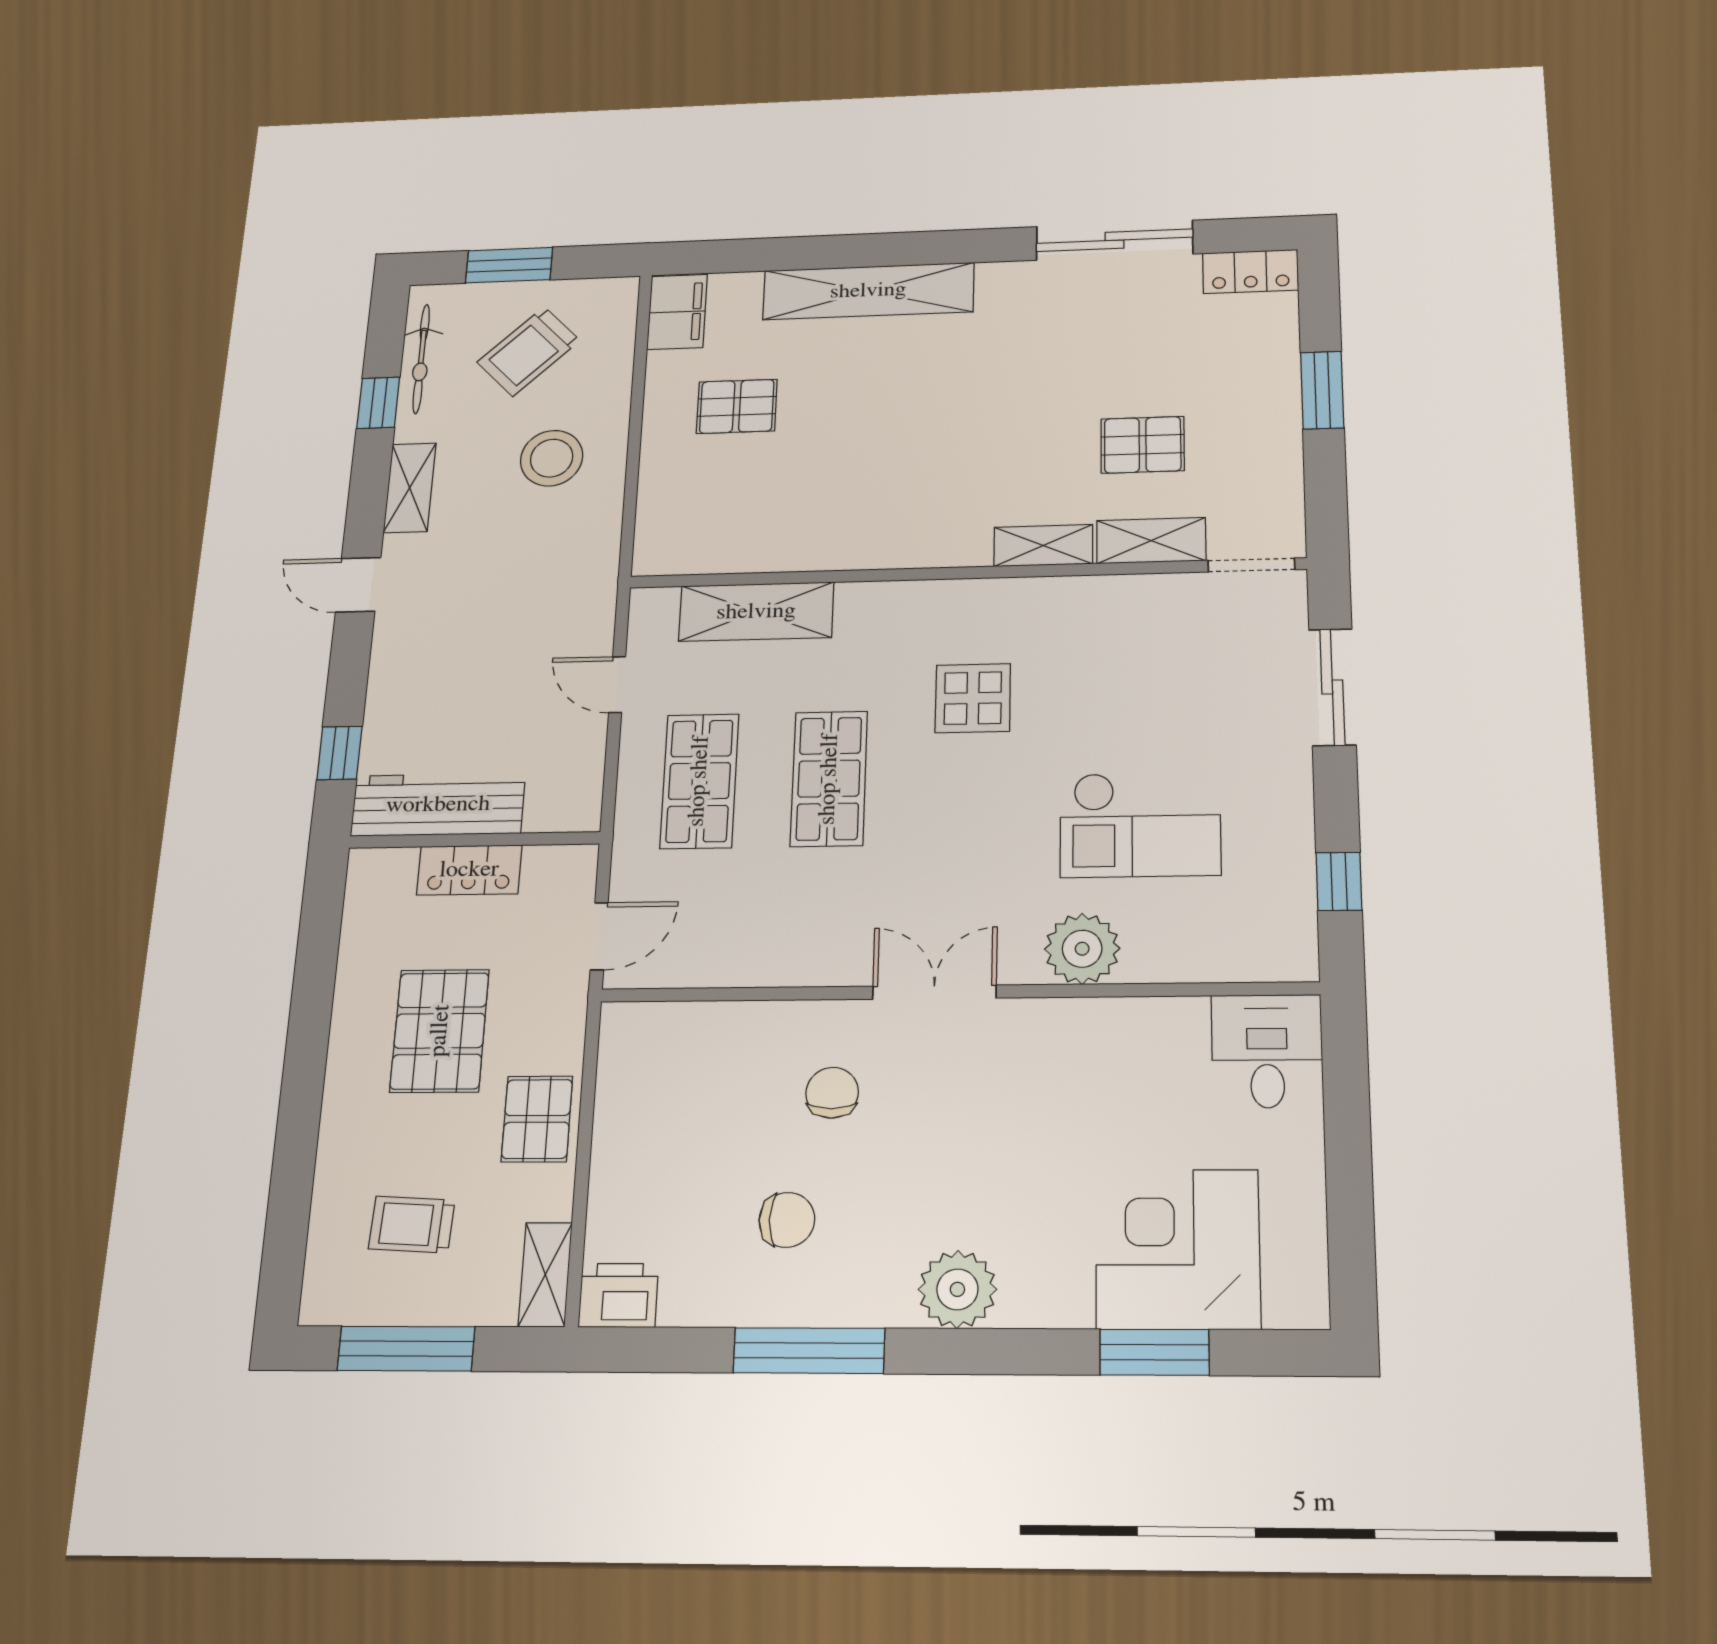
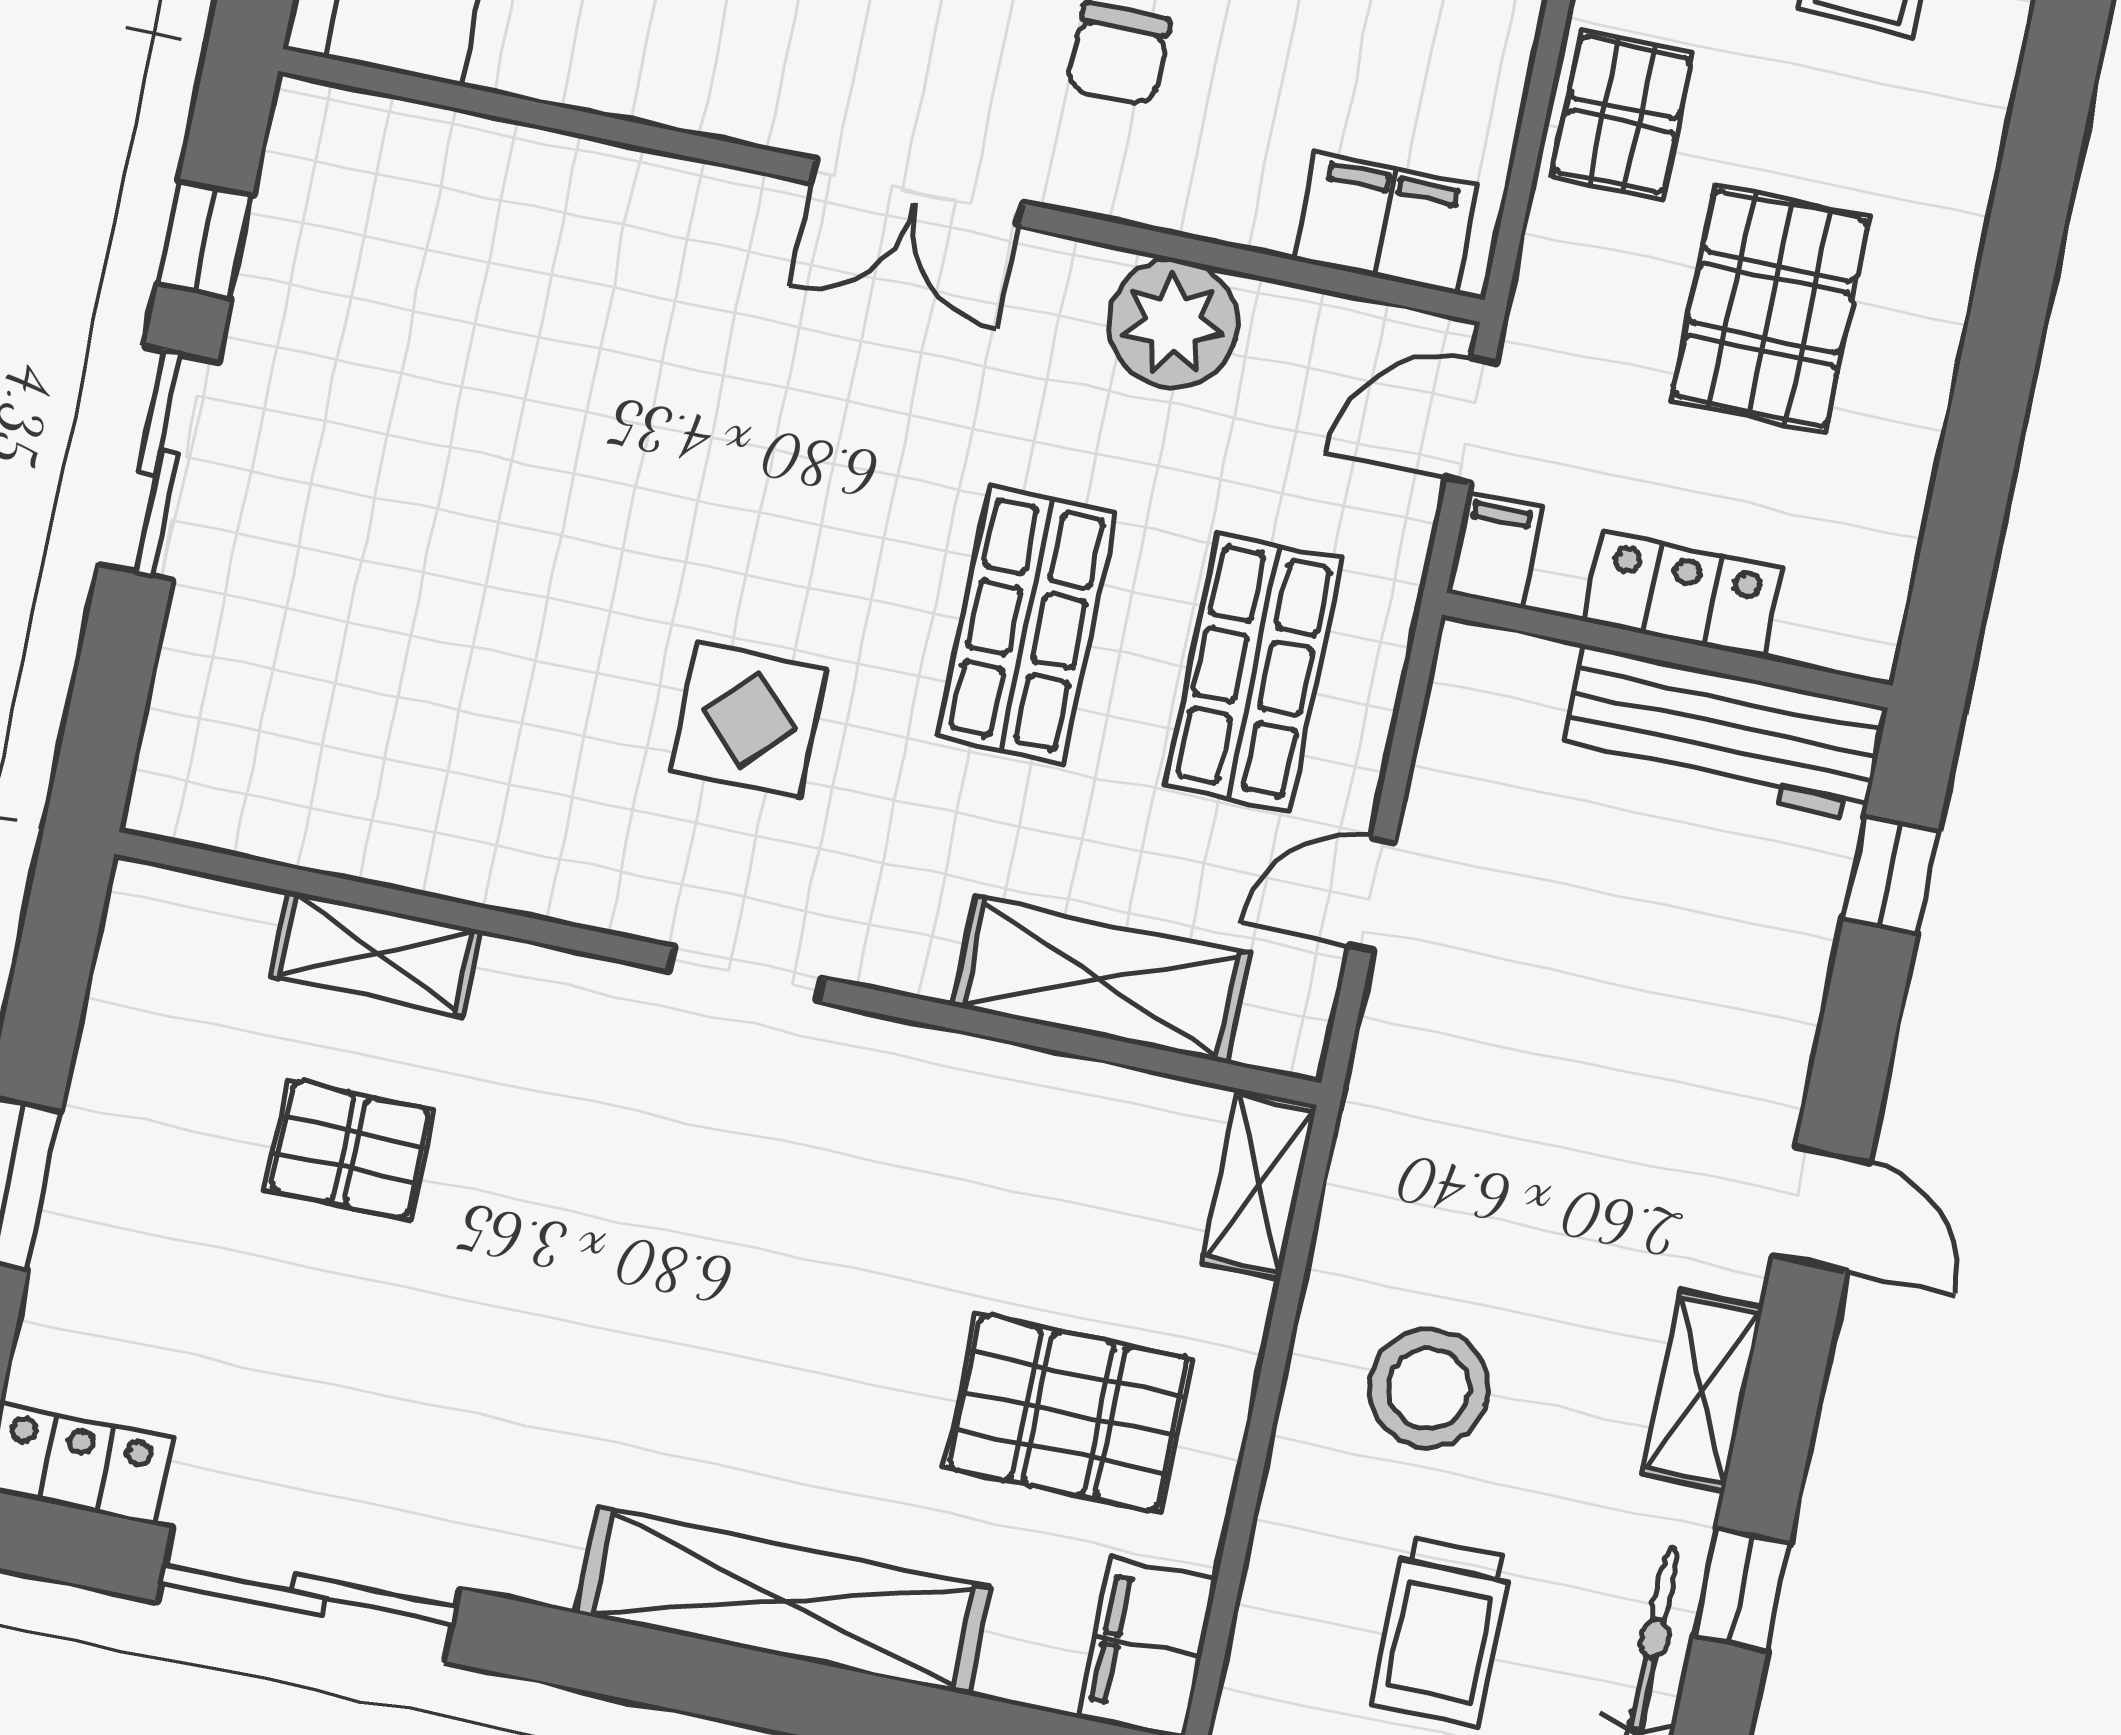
trolley: (528, 351) -> (1442, 1631), turned 134
pallet: (737, 406) -> (1069, 1413), width x1.50, depth x1.42
shelving: (1043, 546) -> (1259, 1184), moved, turned 90
doorway: (1251, 565) -> (746, 974), moved
door: (617, 685) -> (1372, 894), swing flipped
sliding door: (1332, 687) -> (158, 463), moved
checkout: (1140, 824) -> (511, 417), removed
filing cabinet: (576, 871) -> (1495, 550), added
plant: (1082, 949) -> (1173, 323), moved
filing cabinet: (663, 1032) -> (1386, 223), added

